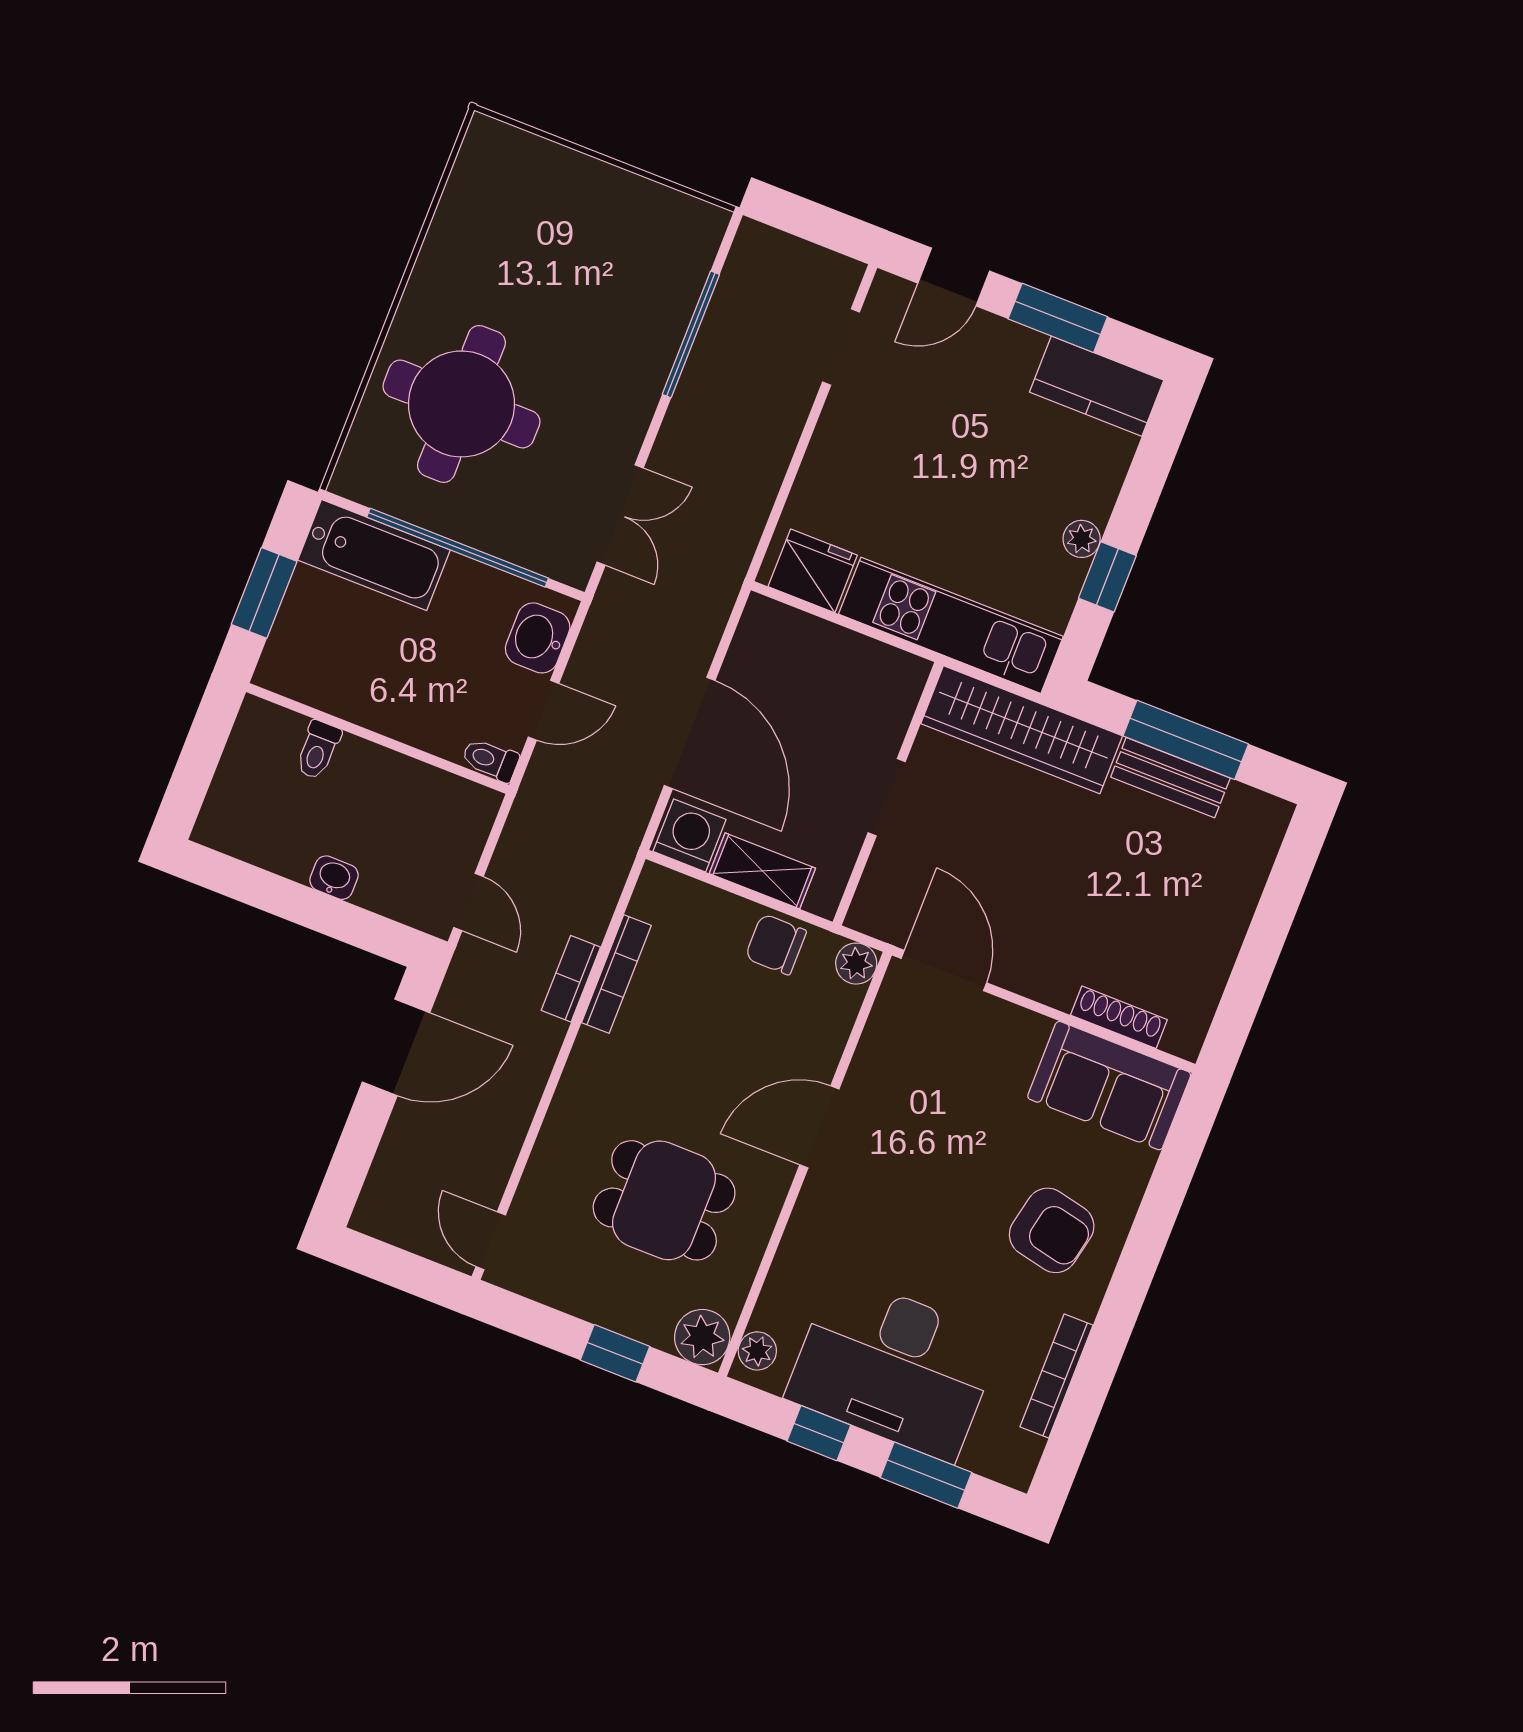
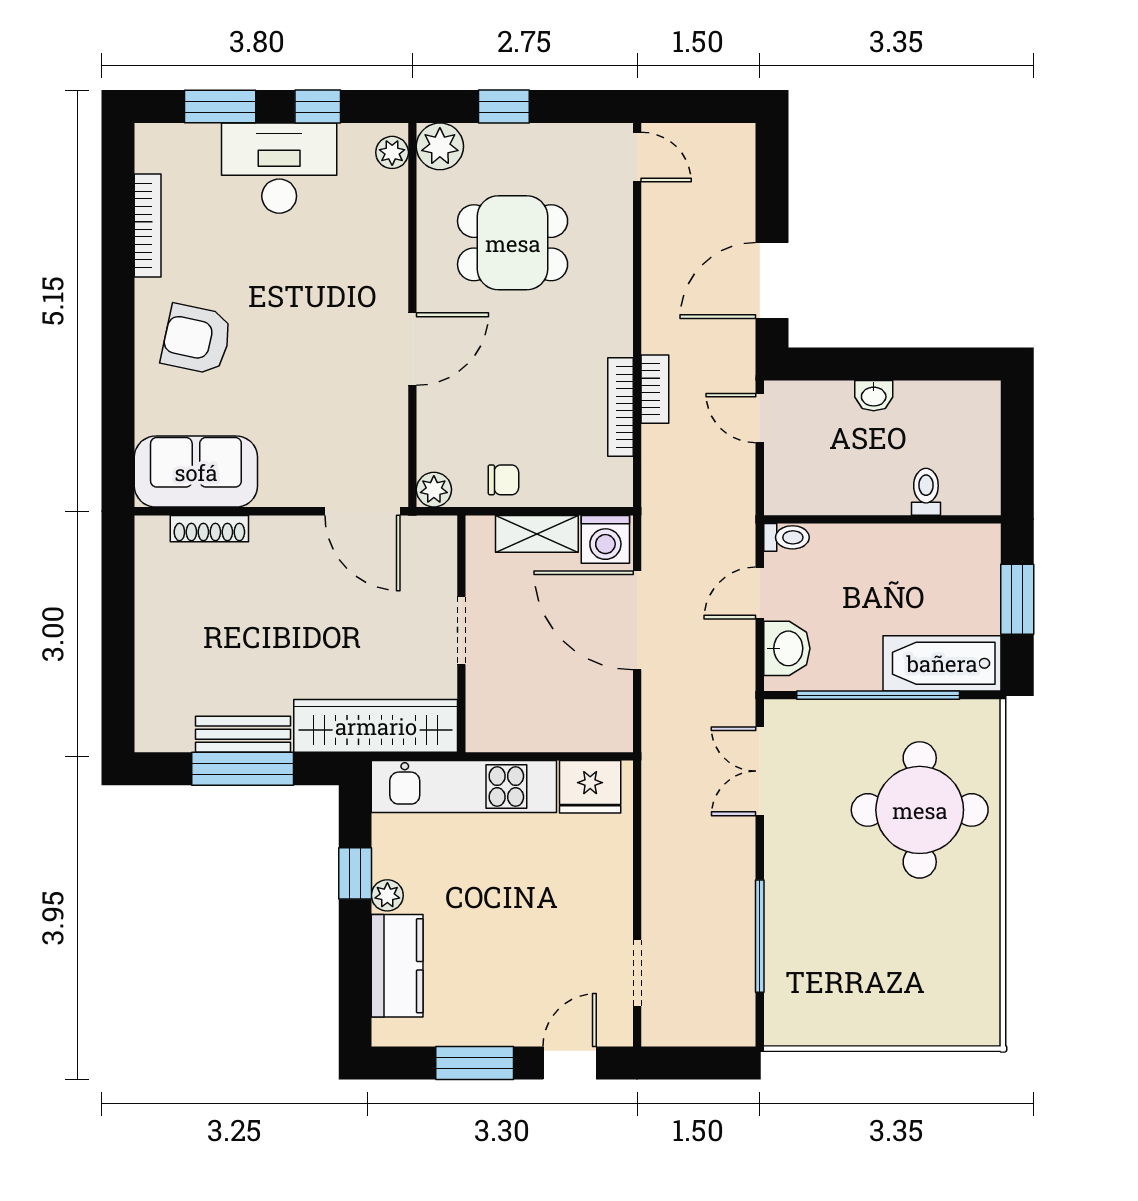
kitchen counter: (1097, 386) -> (397, 966), moved, turned 90
chair: (776, 944) -> (503, 480), width x0.73, depth x0.73
desk: (894, 1367) -> (279, 168), width x0.73, depth x0.77

